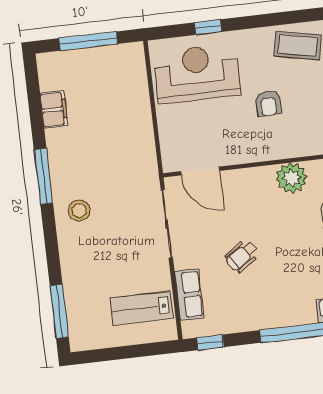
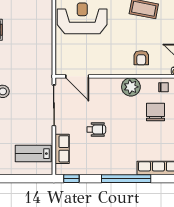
armchair: (268, 103) -> (141, 58), moved
wheelchair: (242, 256) -> (96, 129), turned -145

